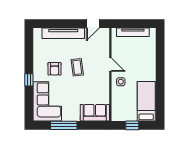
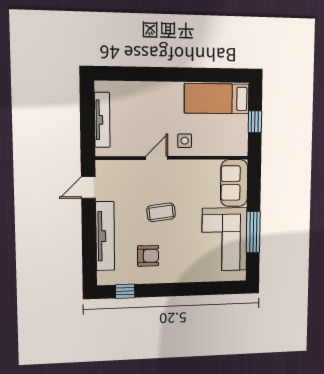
door: (93, 24) -> (88, 187), swing flipped
armchair: (55, 69) -> (148, 256), moved
window: (29, 80) -> (125, 291), moved
corner sofa: (47, 101) -> (224, 239), moved, turned -90

